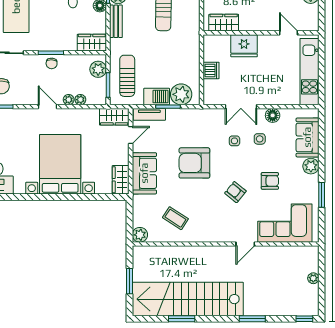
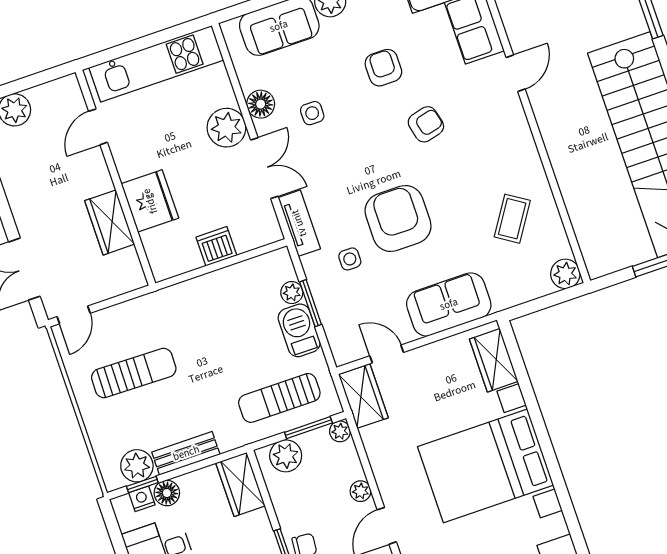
wardrobe: (224, 23) -> (110, 222), moved
plant: (181, 94) -> (292, 293), width x0.53, depth x0.53
plant: (267, 95) -> (226, 128), added
plant: (80, 100) -> (340, 431), moved
tv unit: (149, 114) -> (299, 223), moved
side table: (234, 141) -> (350, 259), moved
armchair: (194, 163) -> (398, 219), turned 180
wardrobe: (121, 180) -> (494, 360), moved, turned 90
armchair: (235, 192) -> (426, 124), turned -143
door: (245, 244) -> (516, 73), hinge flipped

